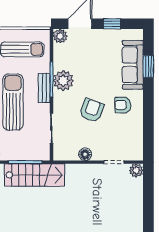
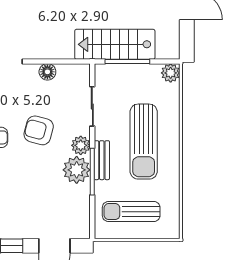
plant: (60, 36) -> (81, 145), moved
armchair: (92, 110) -> (39, 130), turned 85

